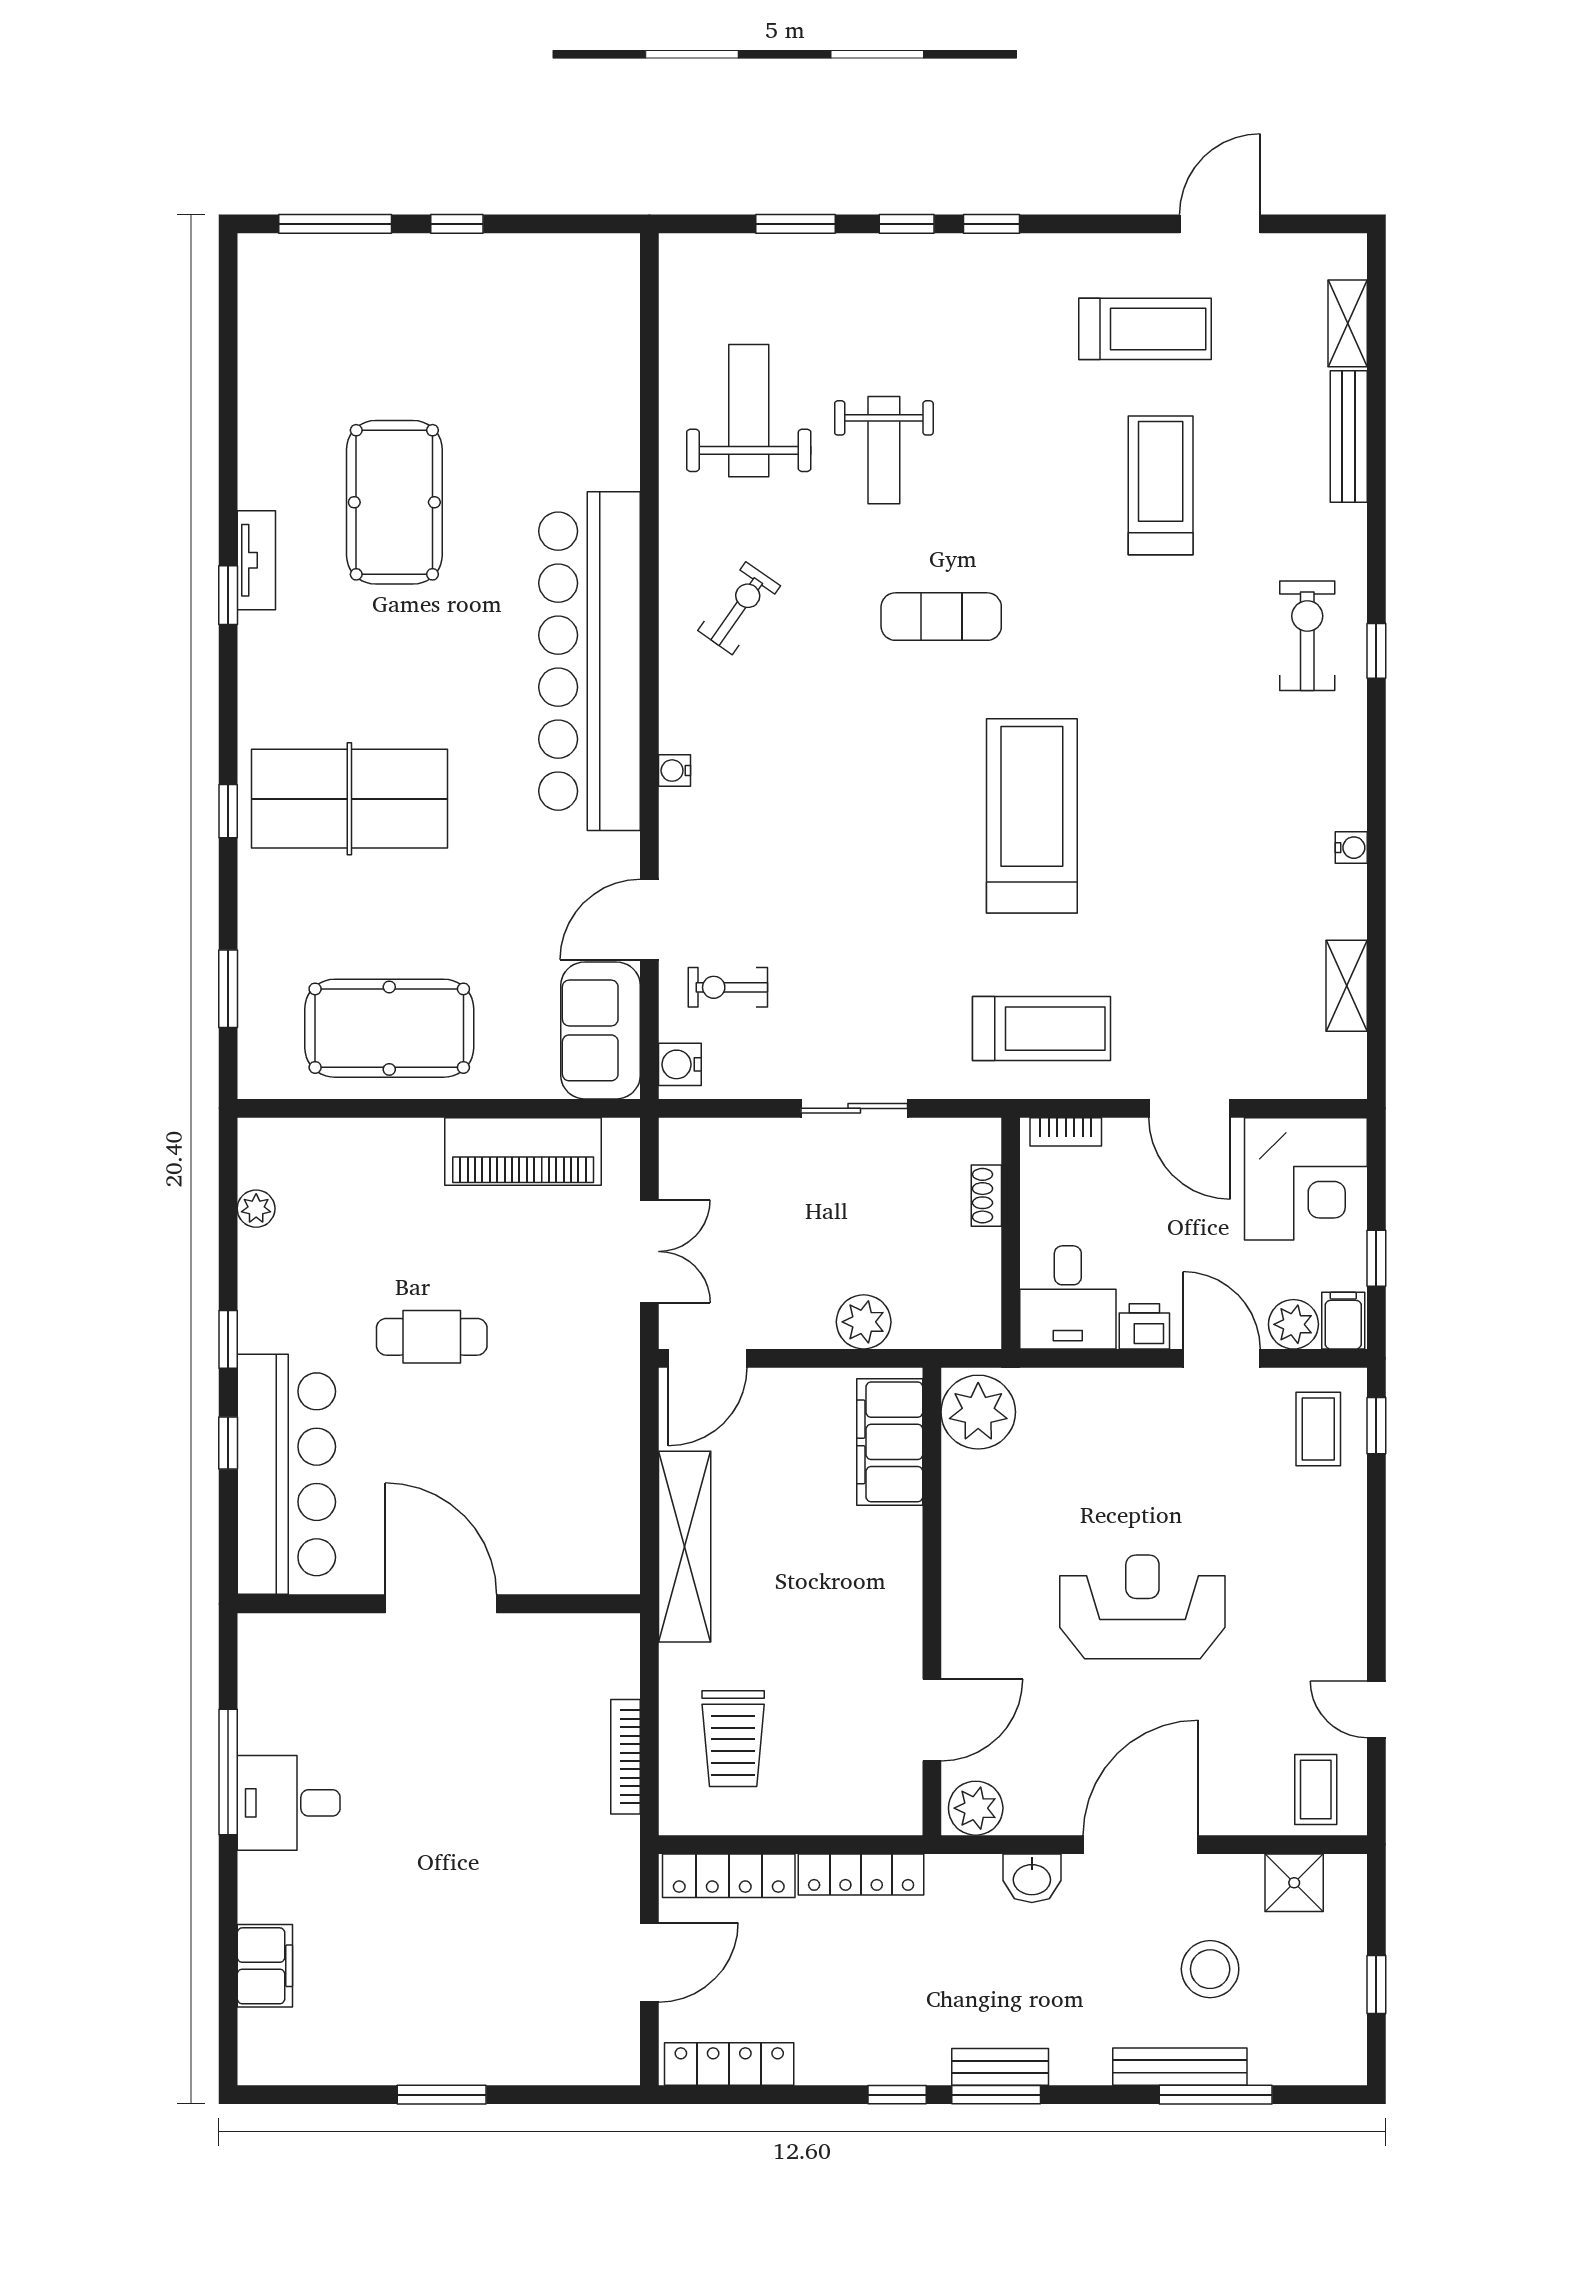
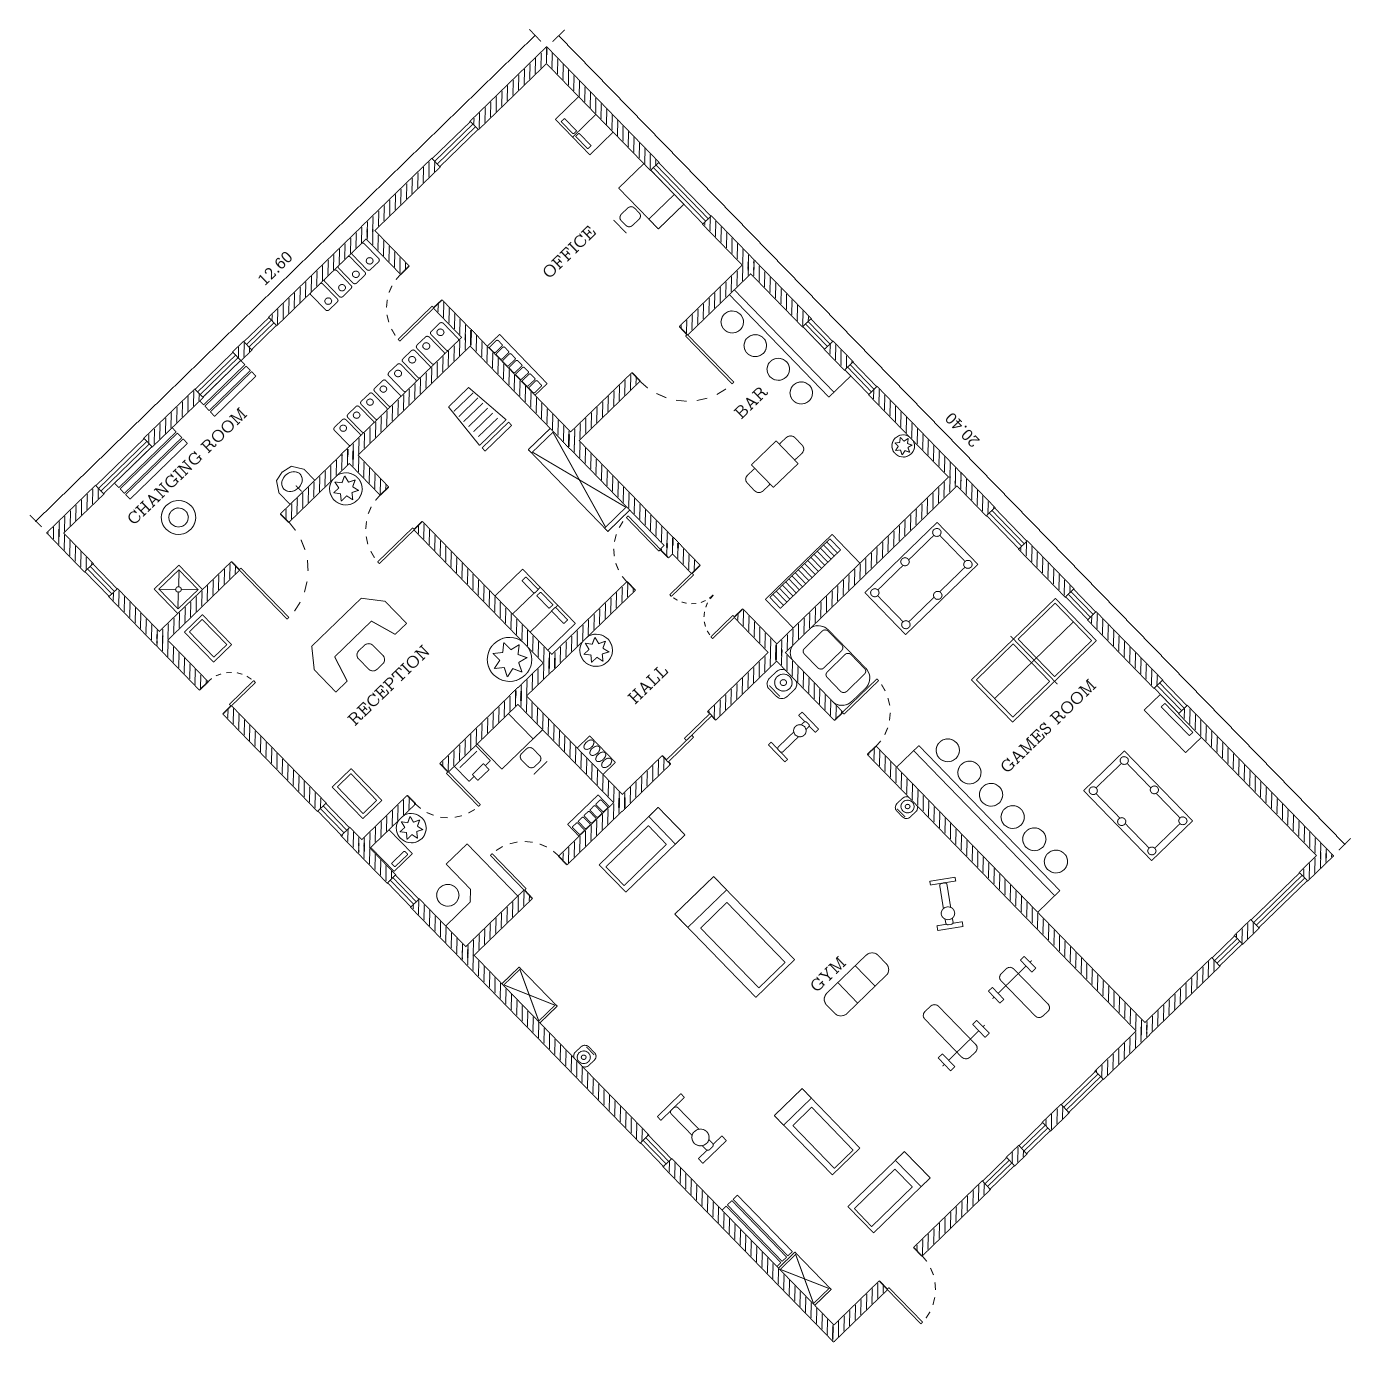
weight bench: (749, 411) -> (1025, 992), width x0.73, depth x0.75

